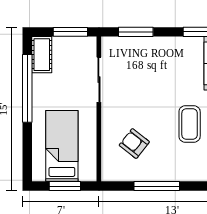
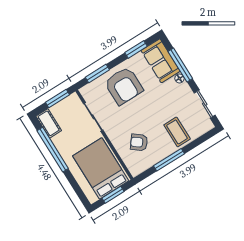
armchair: (158, 66) -> (124, 86), added
coffee table: (190, 124) -> (177, 132), moved
bed: (62, 146) -> (101, 168), width x1.50

